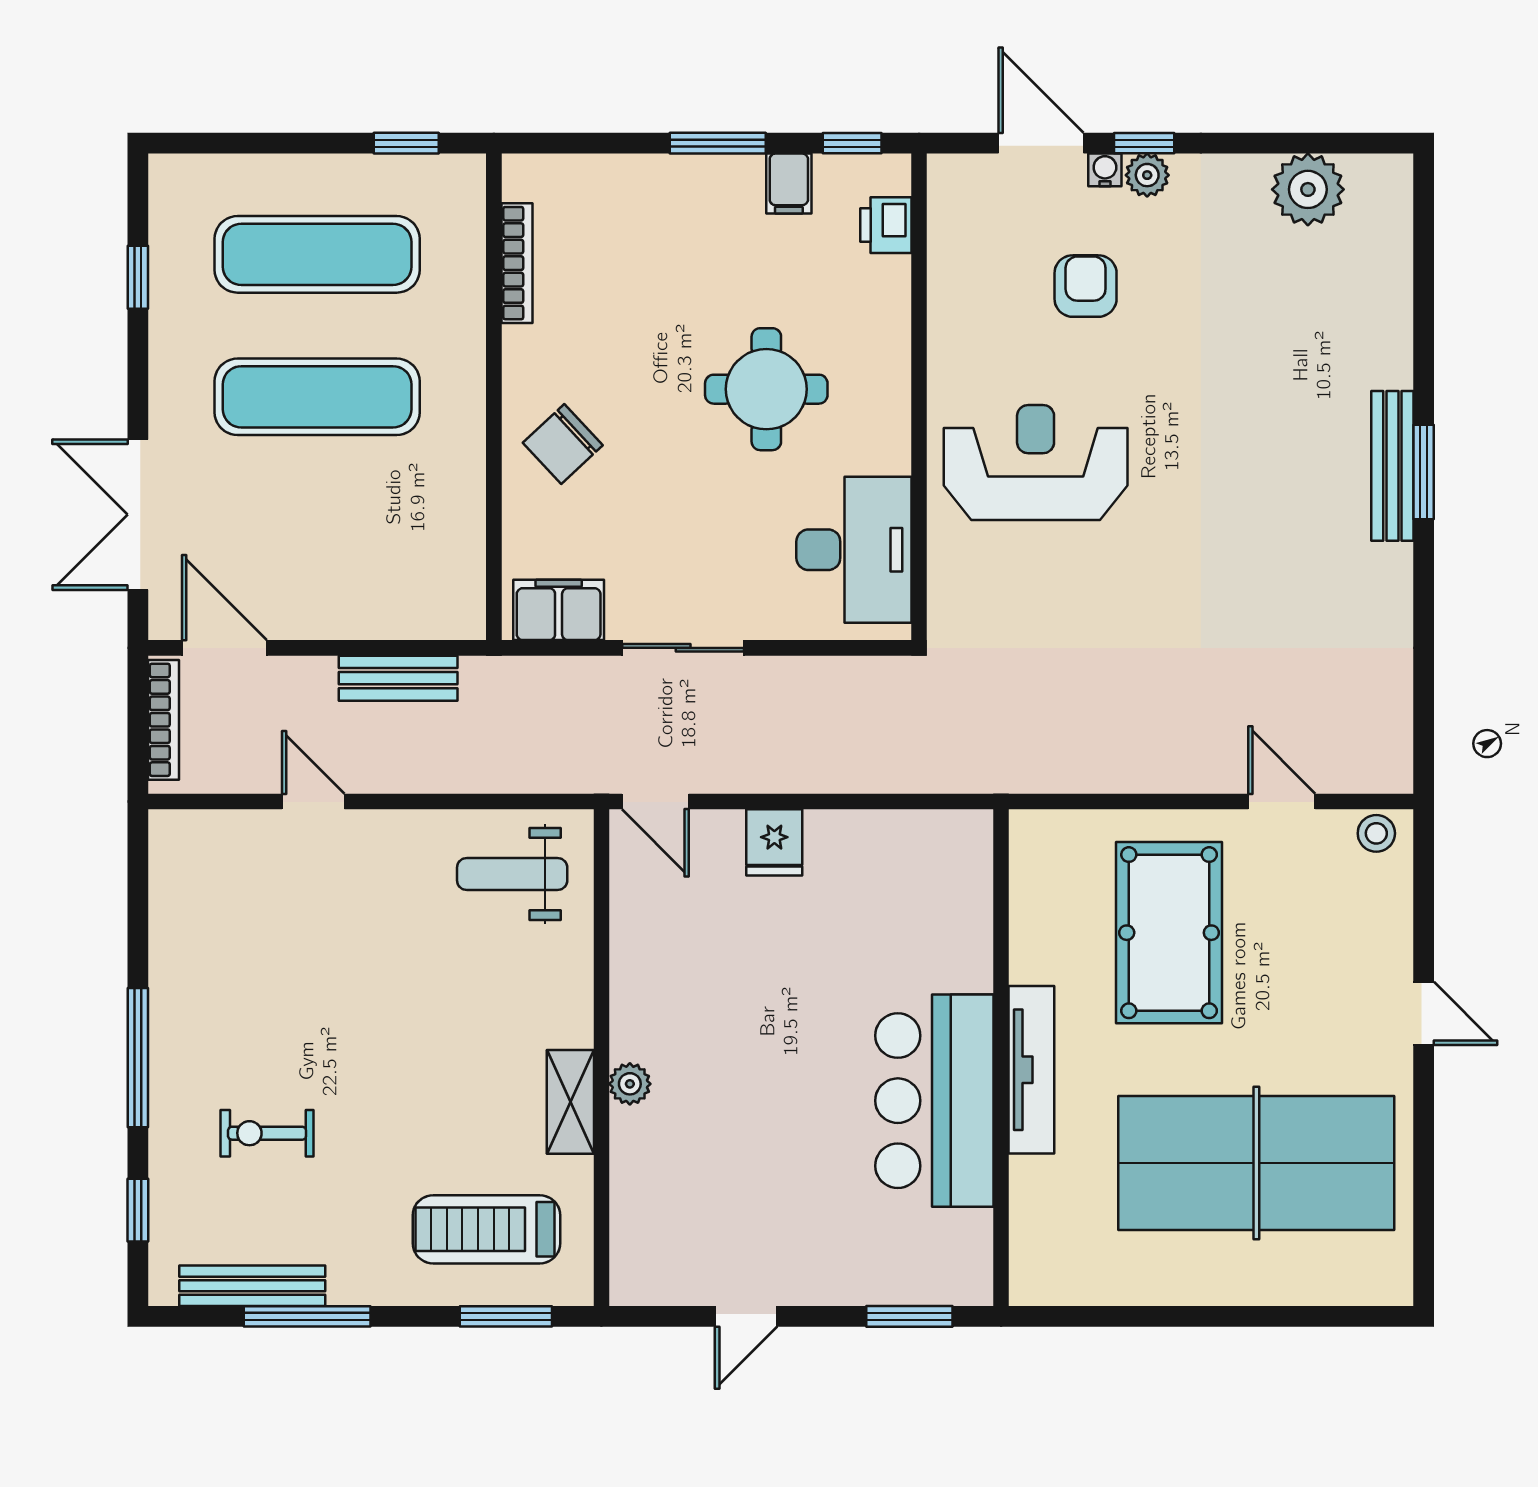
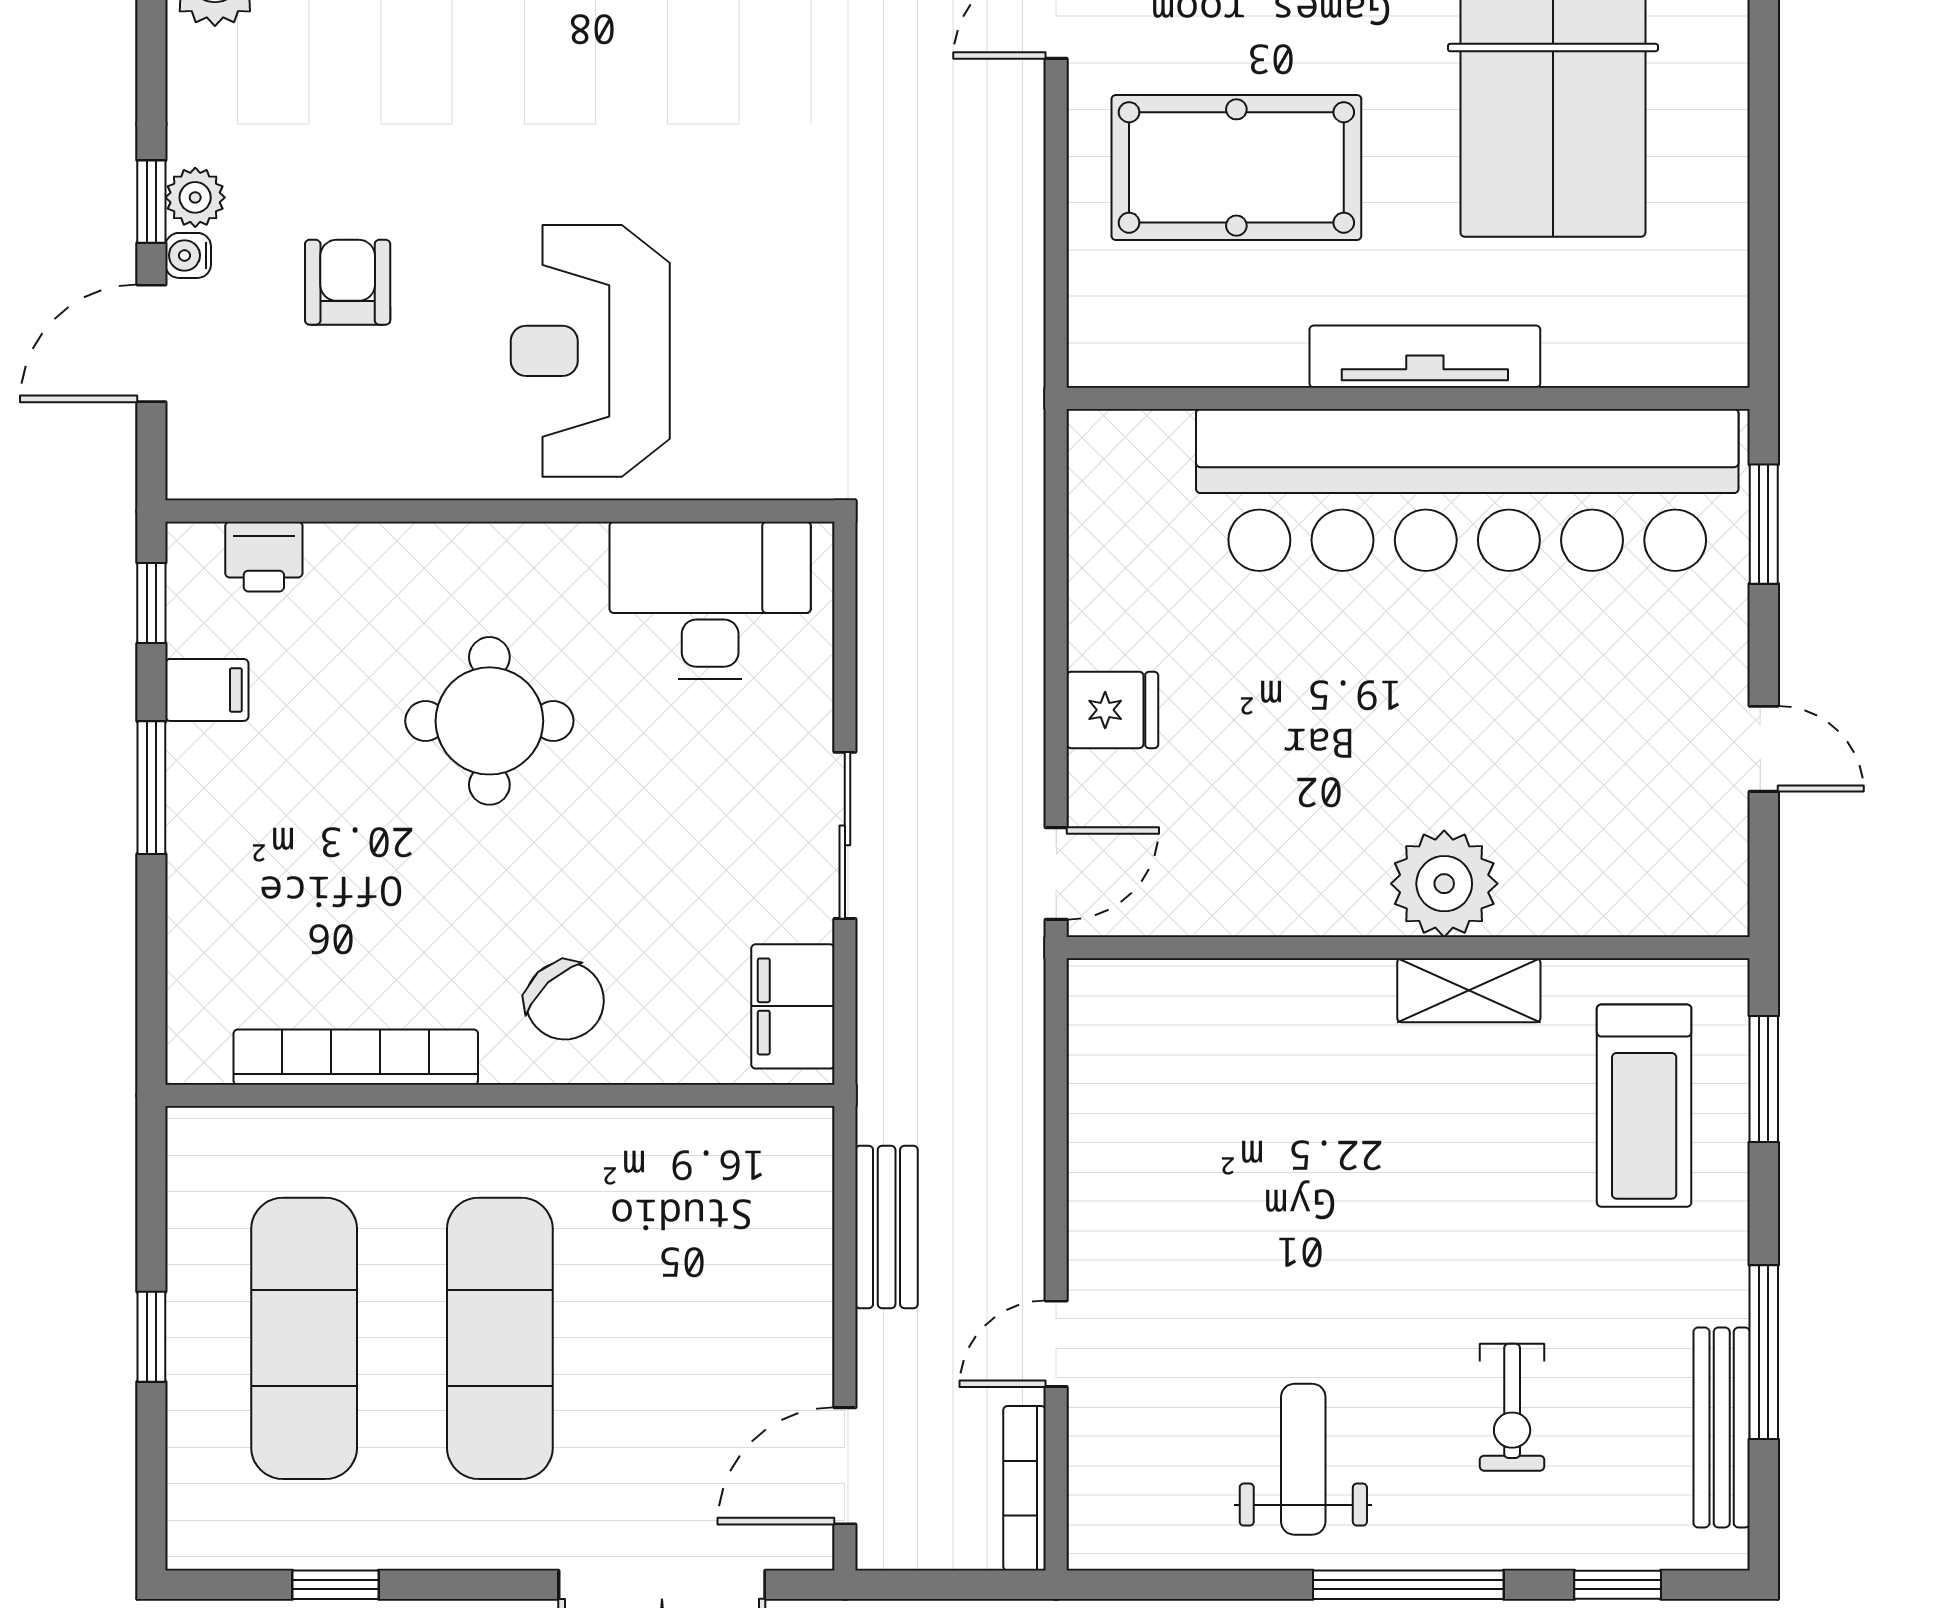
window: (406, 143) -> (151, 1337), moved
bookcase: (517, 263) -> (356, 1057), width x1.48, depth x1.31
armchair: (1086, 286) -> (348, 282), turned 90
bookcase: (163, 720) -> (1024, 1488), moved, turned -90
weight bench: (512, 874) -> (1303, 1459), moved, turned 180
plant: (630, 1084) -> (1444, 884), width x1.88, depth x1.88
bar counter: (934, 1101) -> (1467, 490), width x1.86

